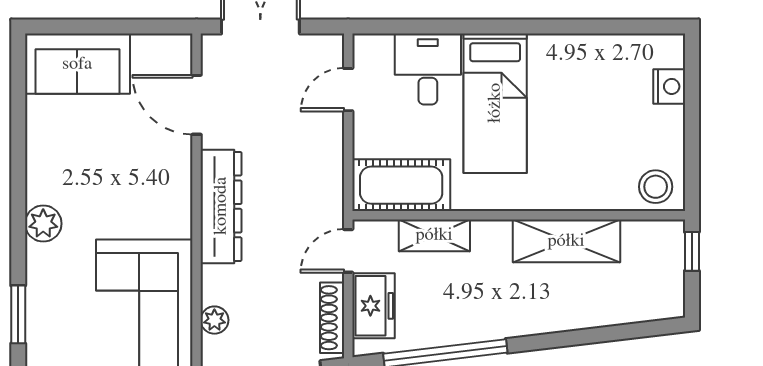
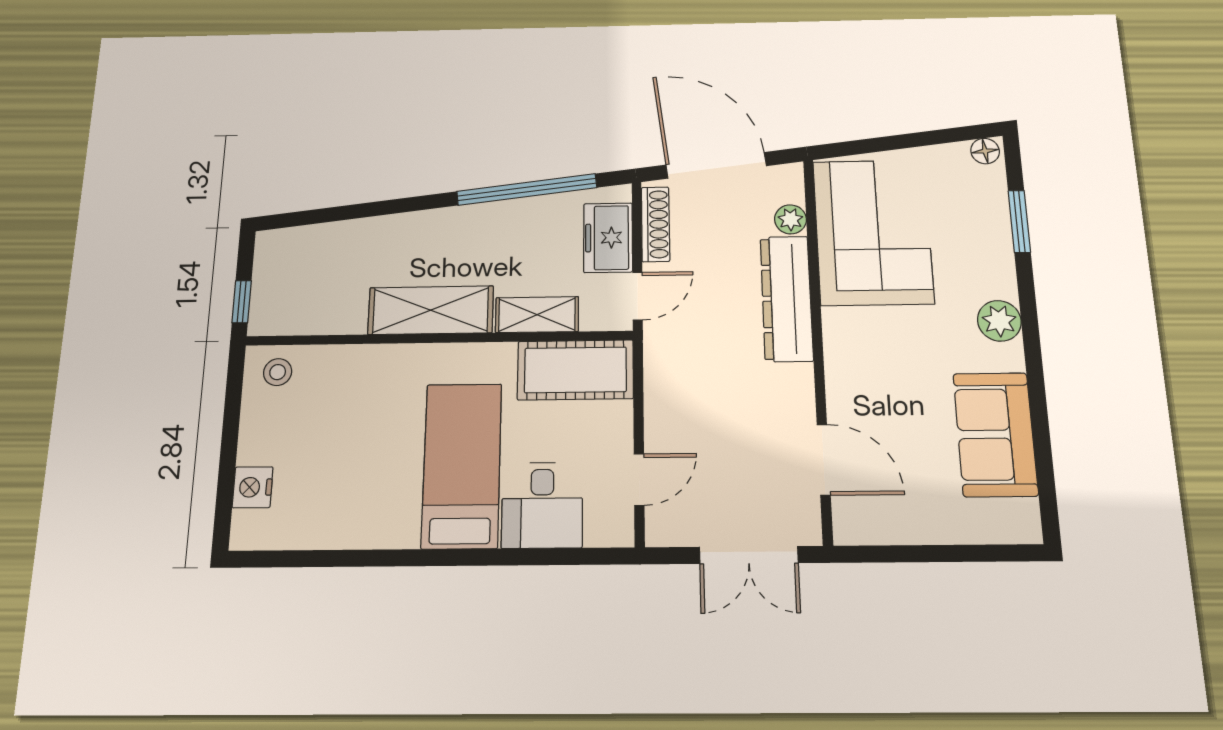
sofa: (77, 64) -> (995, 434), moved, turned -90
stool: (656, 187) -> (278, 372), width x0.73, depth x0.73
dresser: (221, 206) -> (786, 298), moved
shelving: (566, 241) -> (431, 310), moved

